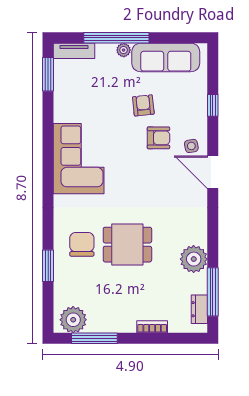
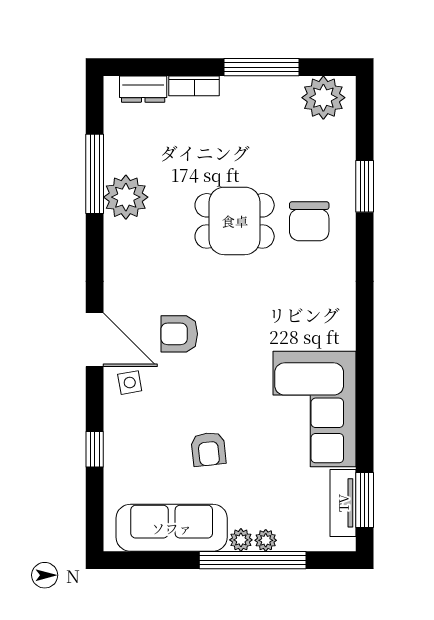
plant: (108, 50) -> (266, 540), added
tv unit: (74, 51) -> (343, 503), moved, turned -90
armchair: (158, 138) -> (179, 334), moved
corner sofa: (79, 159) -> (314, 409), moved
window: (213, 292) -> (95, 174), moved
dresser: (199, 309) -> (143, 89), moved, turned 90
window: (94, 338) -> (261, 67), moved

